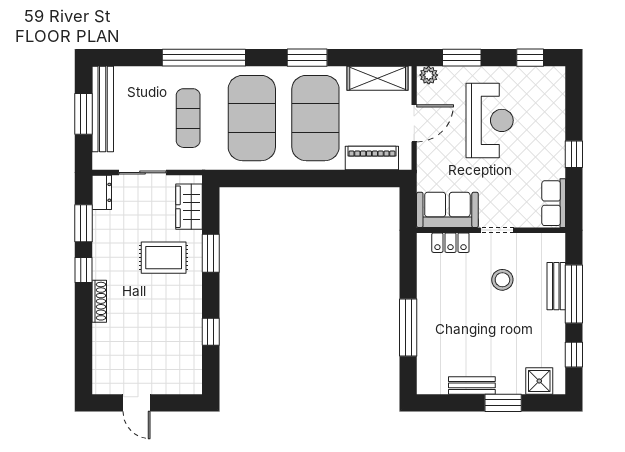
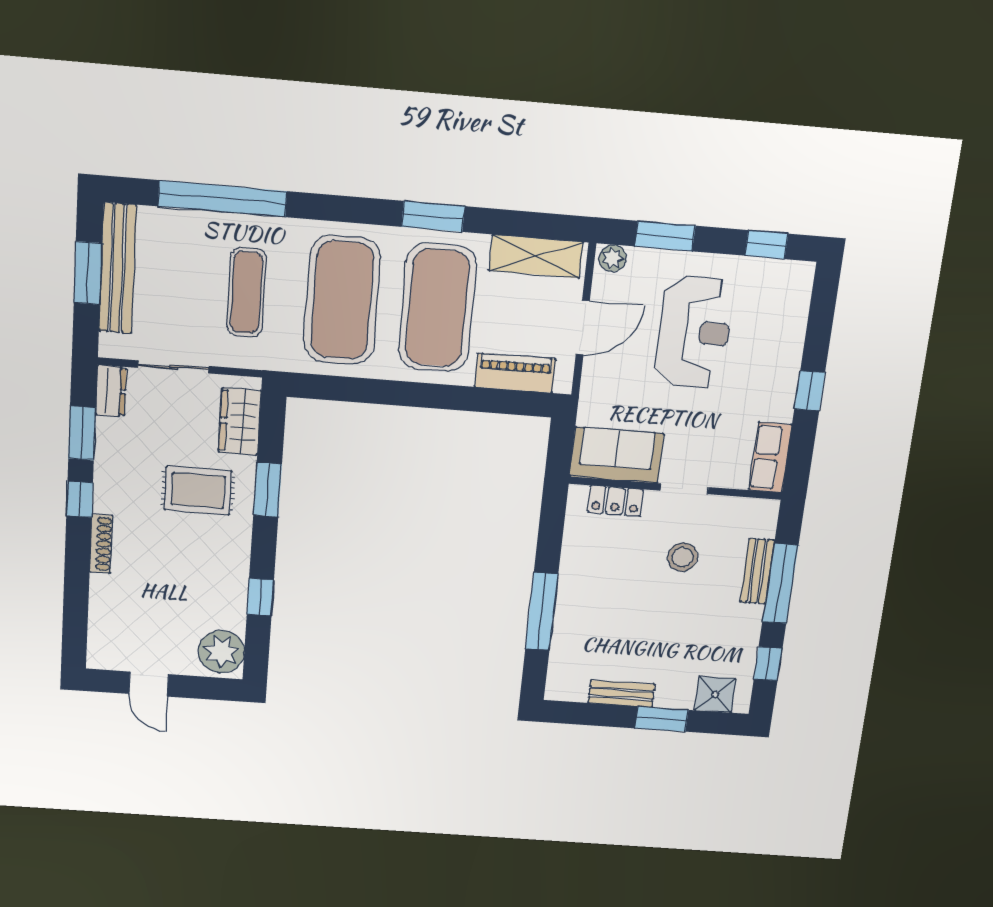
window: (204, 58) -> (222, 199), moved
plant: (186, 374) -> (221, 652), added

